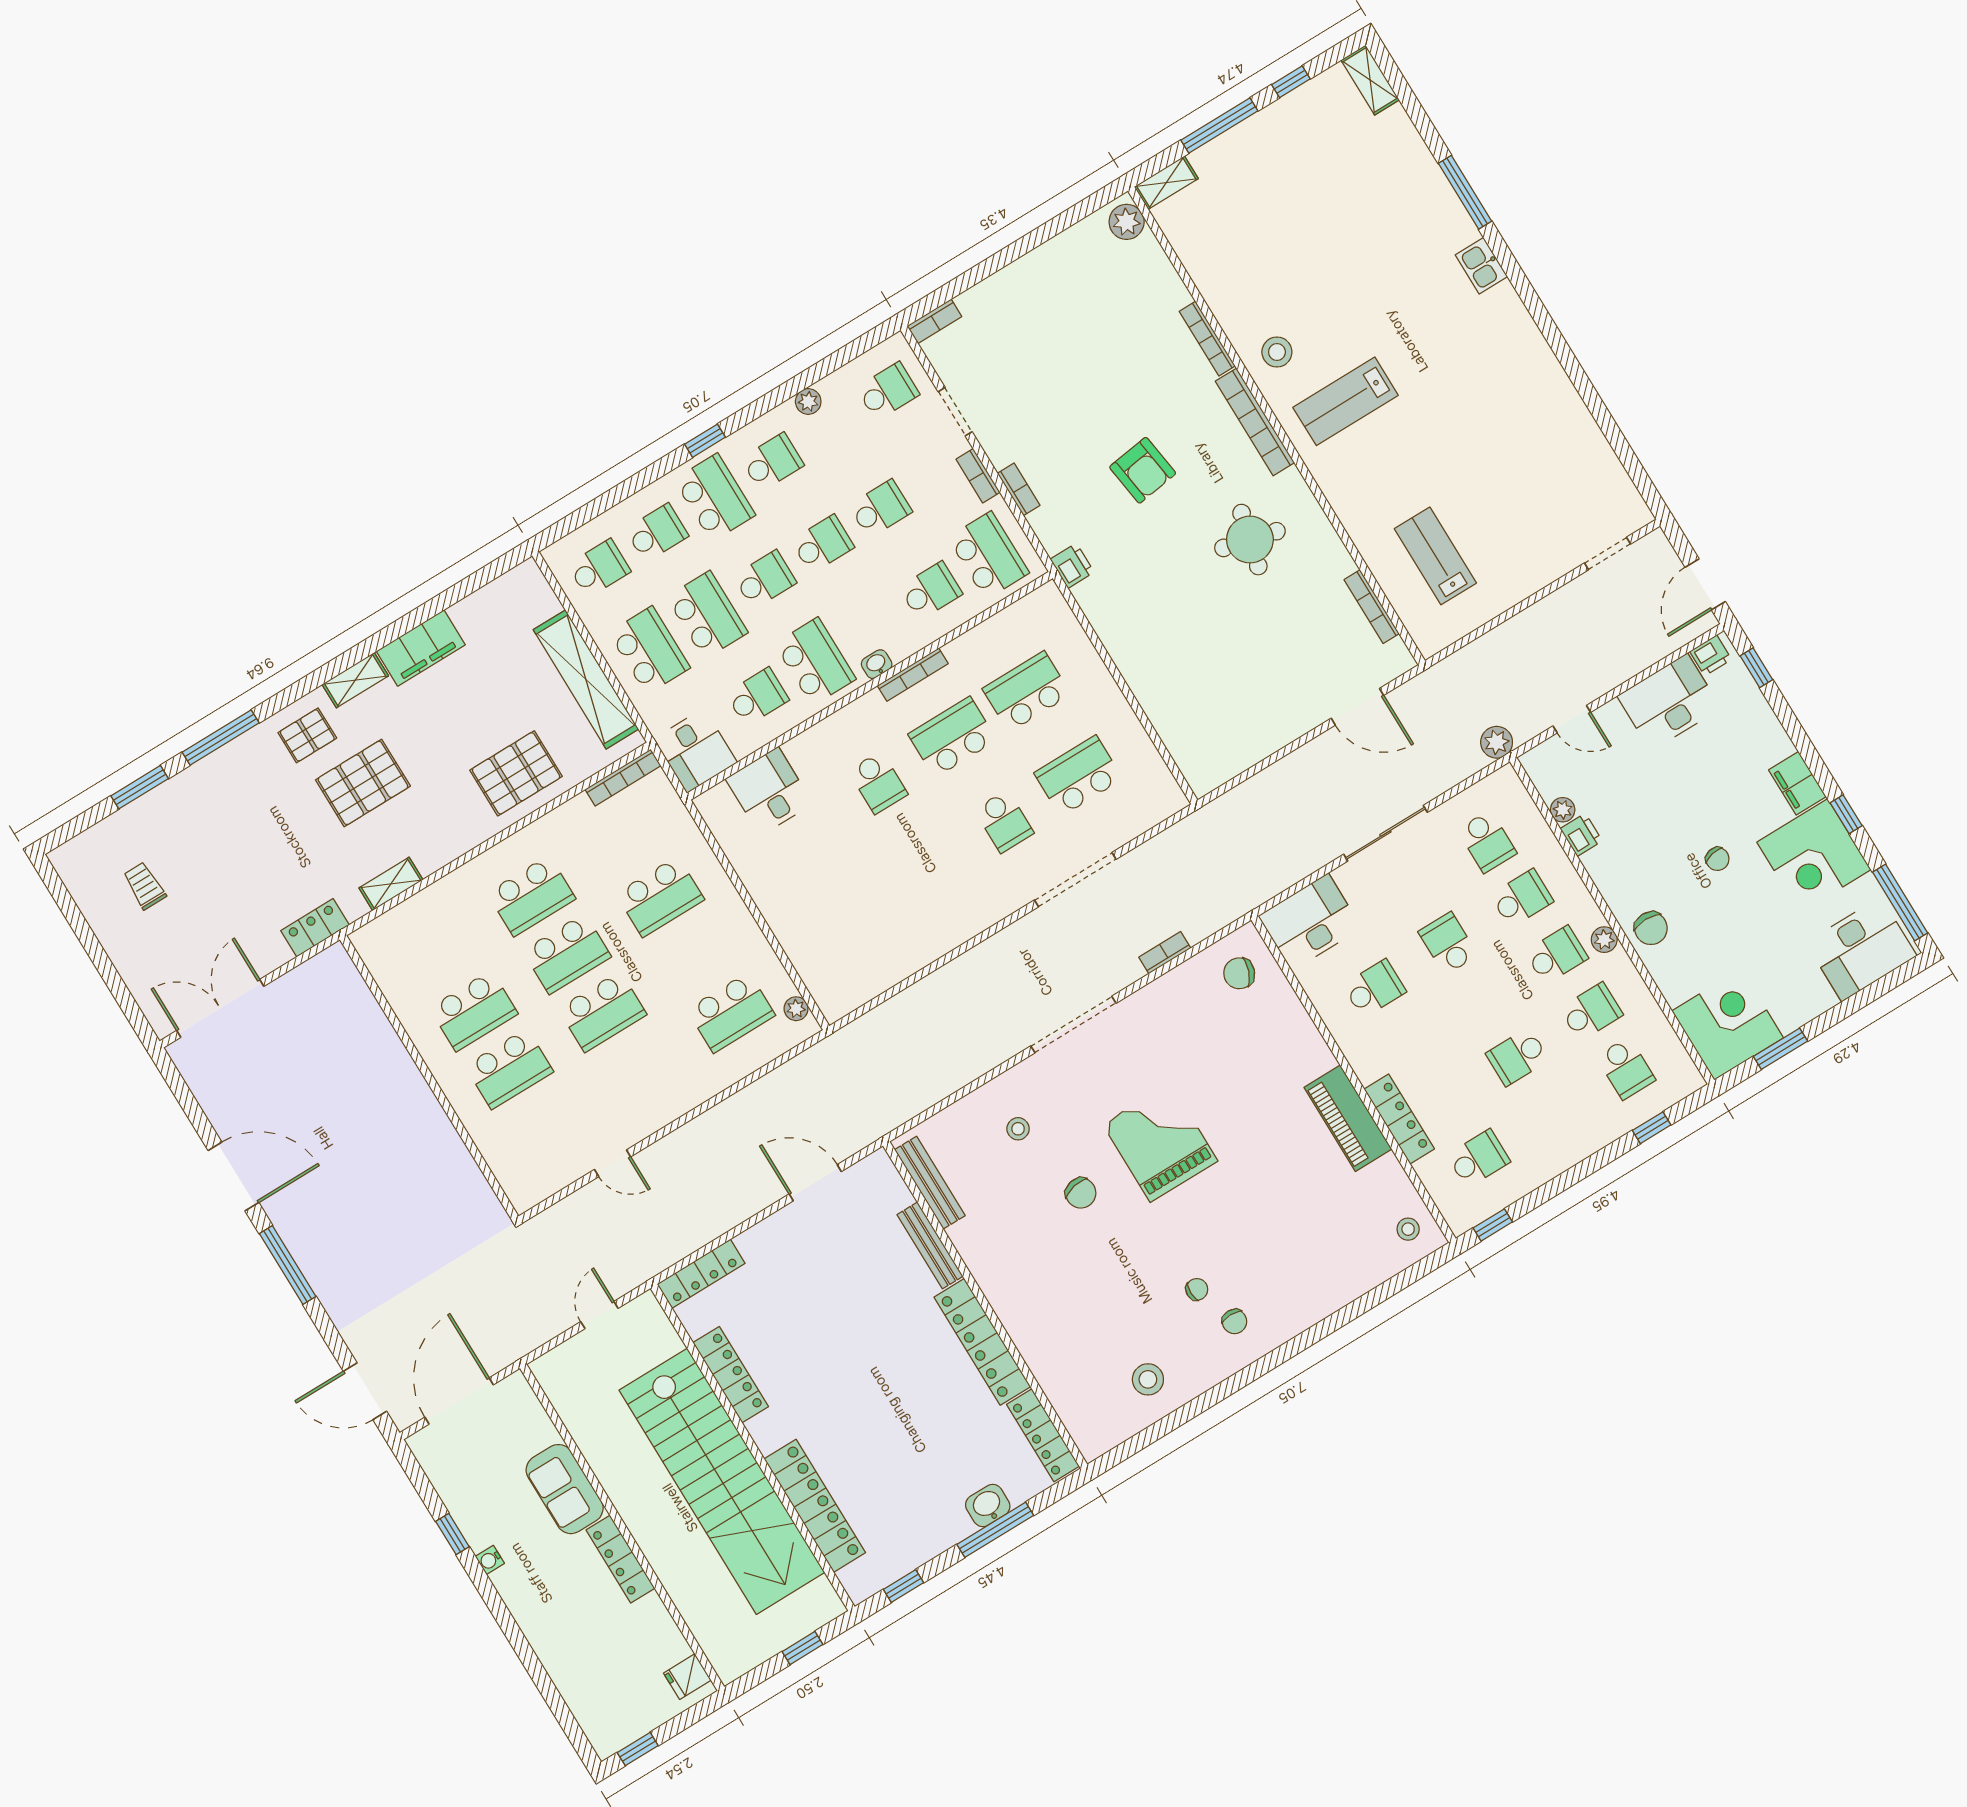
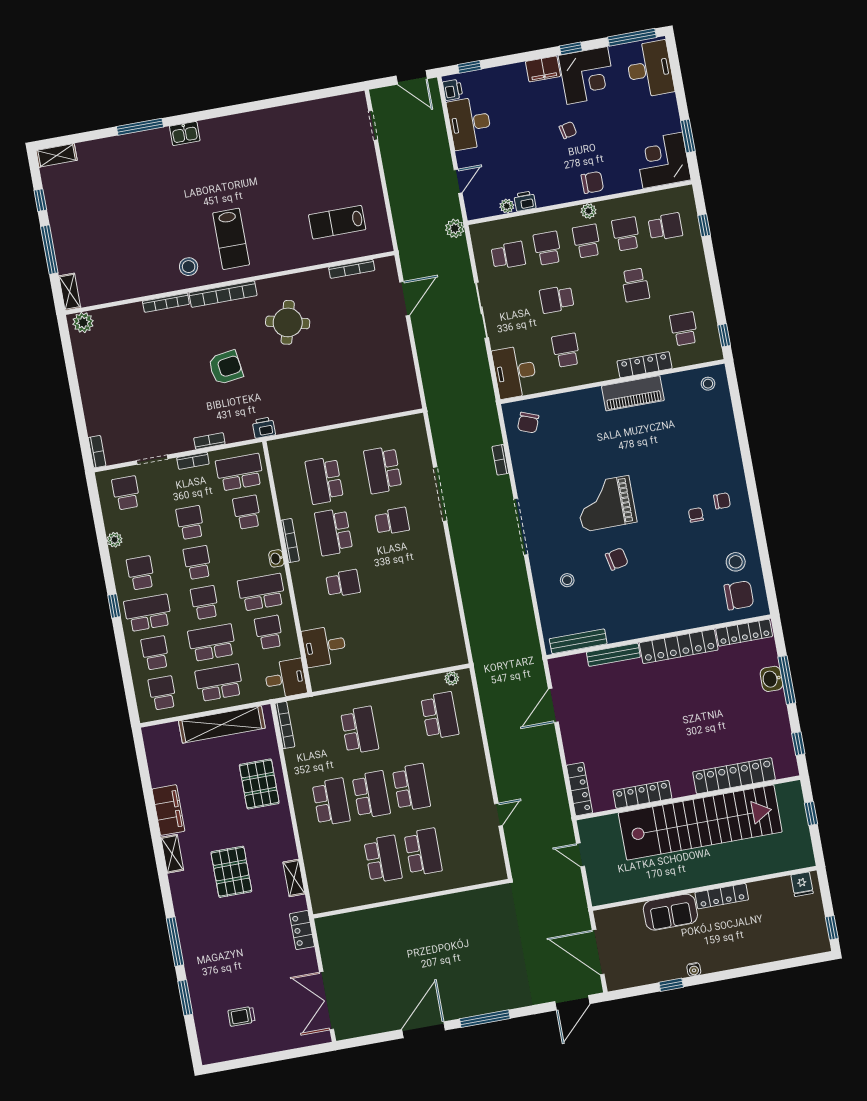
pallet: (307, 735) -> (193, 893), removed
chair: (1098, 1405) -> (739, 595), added

